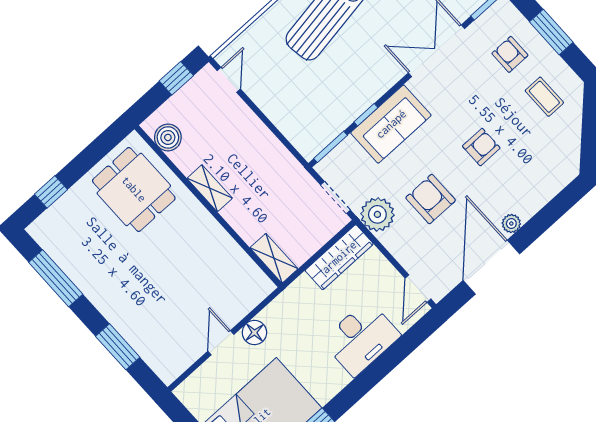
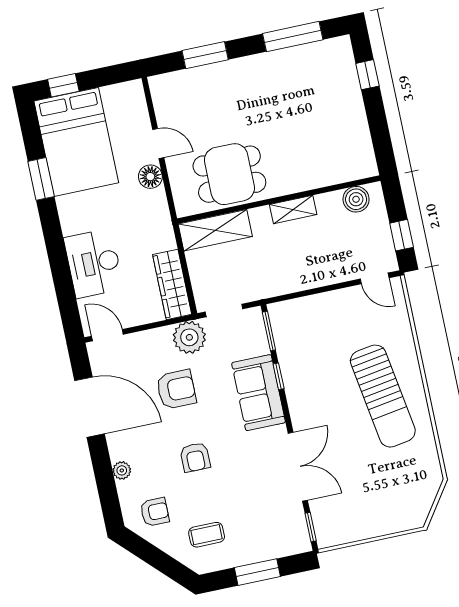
armchair: (510, 54) -> (155, 512), moved
dining table: (134, 189) -> (229, 174), moved
plant: (511, 224) -> (122, 470), moved
shelving: (274, 258) -> (215, 230), width x1.50, depth x1.33

